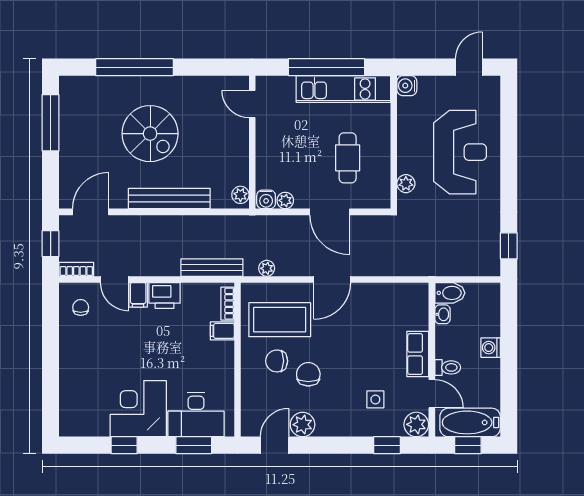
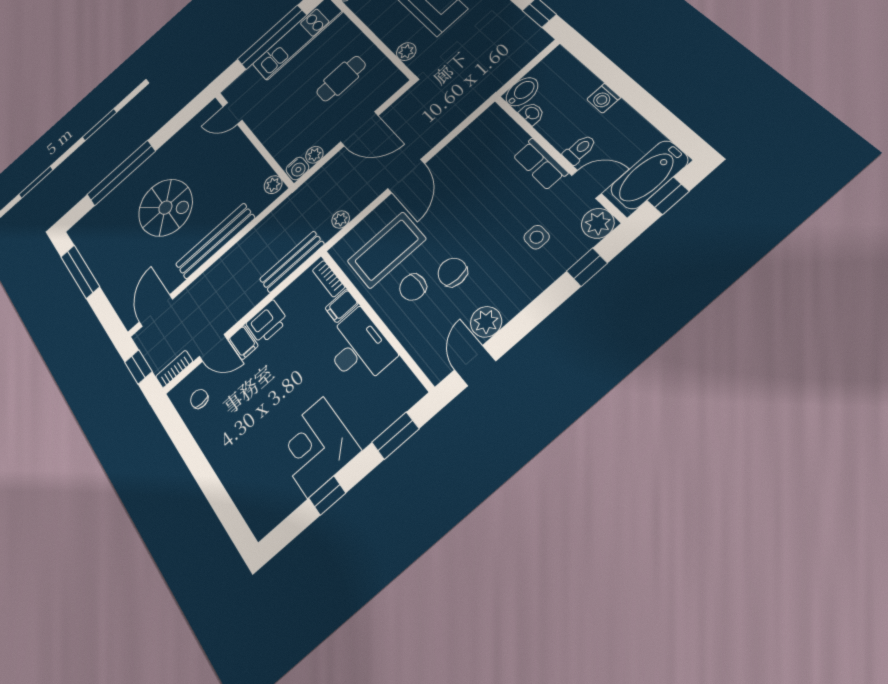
cafe table: (348, 158) -> (341, 79), turned 90
desk: (196, 415) -> (359, 348), moved, turned -90

